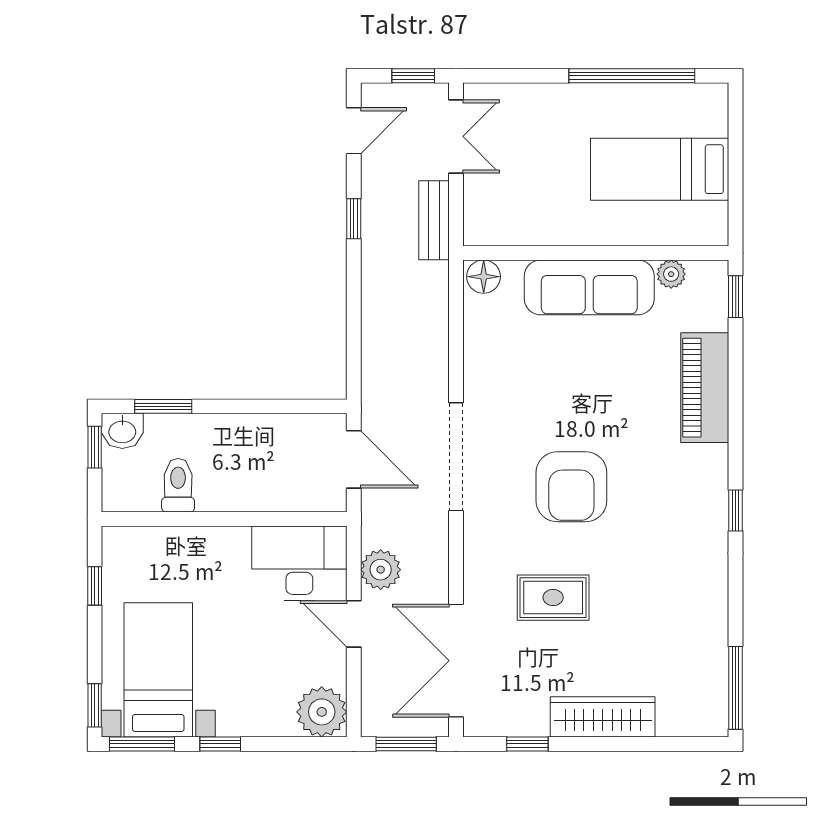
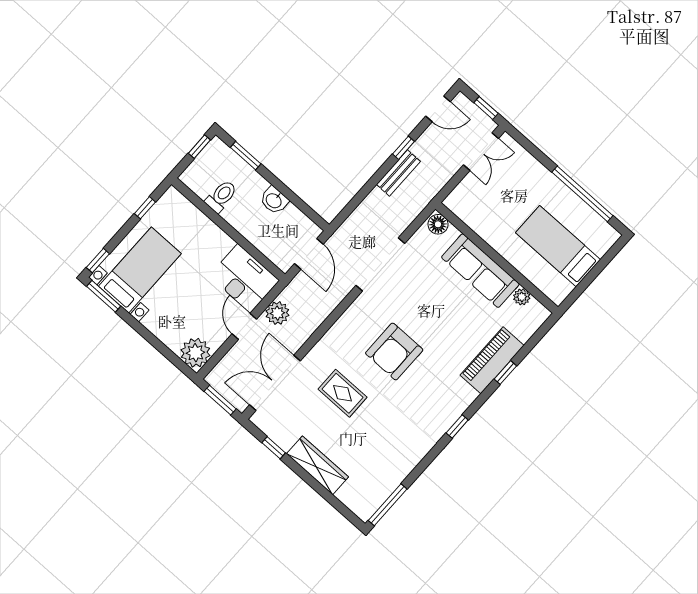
bench: (434, 220) -> (398, 173), moved
window: (736, 297) -> (505, 372), moved
washbasin: (122, 431) -> (274, 200), moved
doorway: (456, 457) -> (380, 264), moved
window: (220, 744) -> (138, 327), removed

